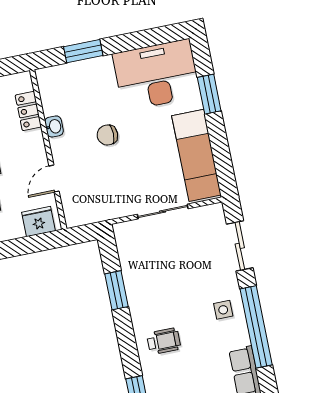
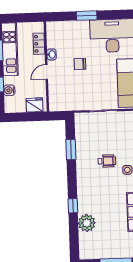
window: (83, 51) -> (87, 16), moved
door: (54, 179) -> (46, 72), moved
wheelchair: (164, 341) -> (107, 161), moved

